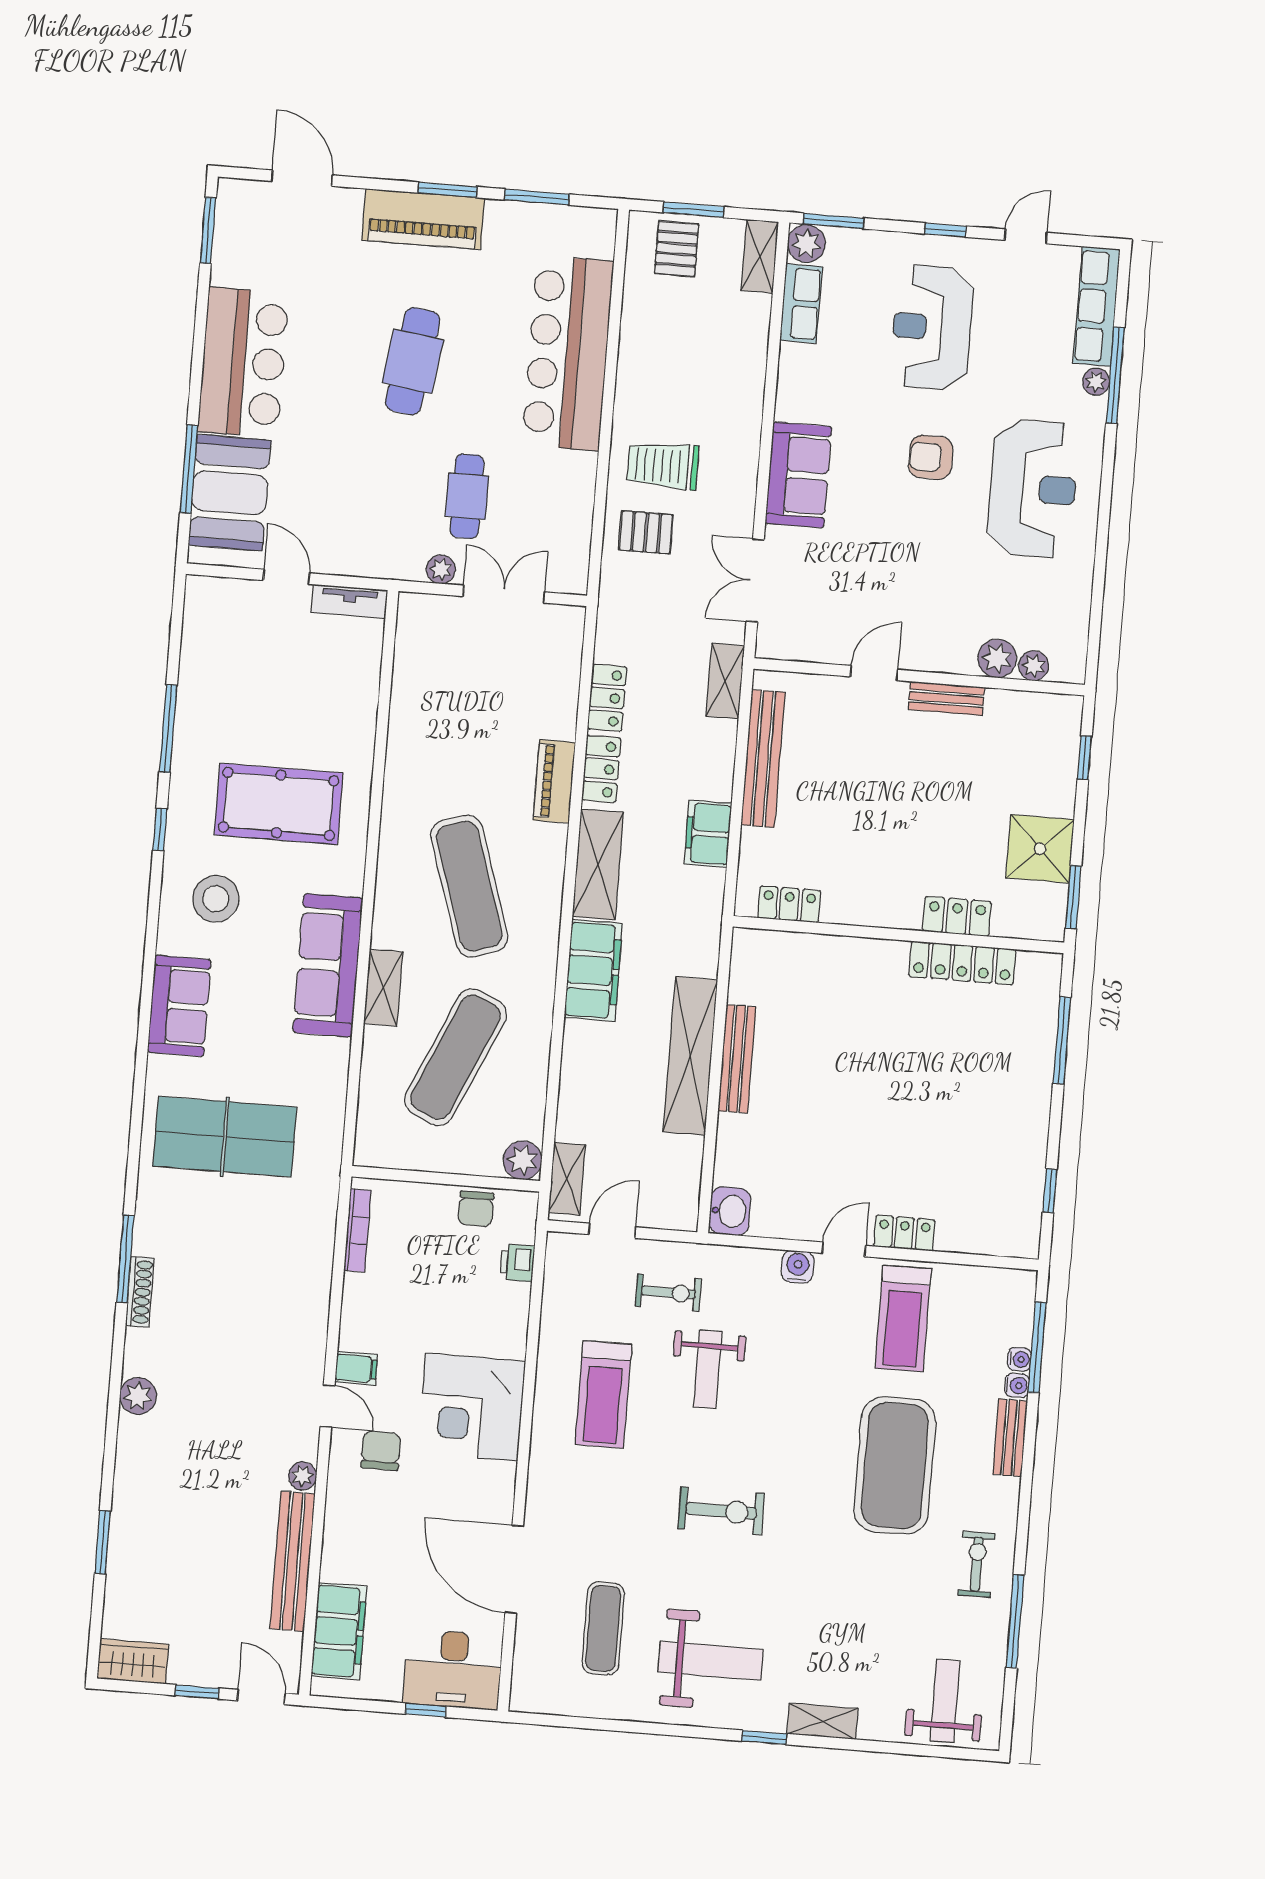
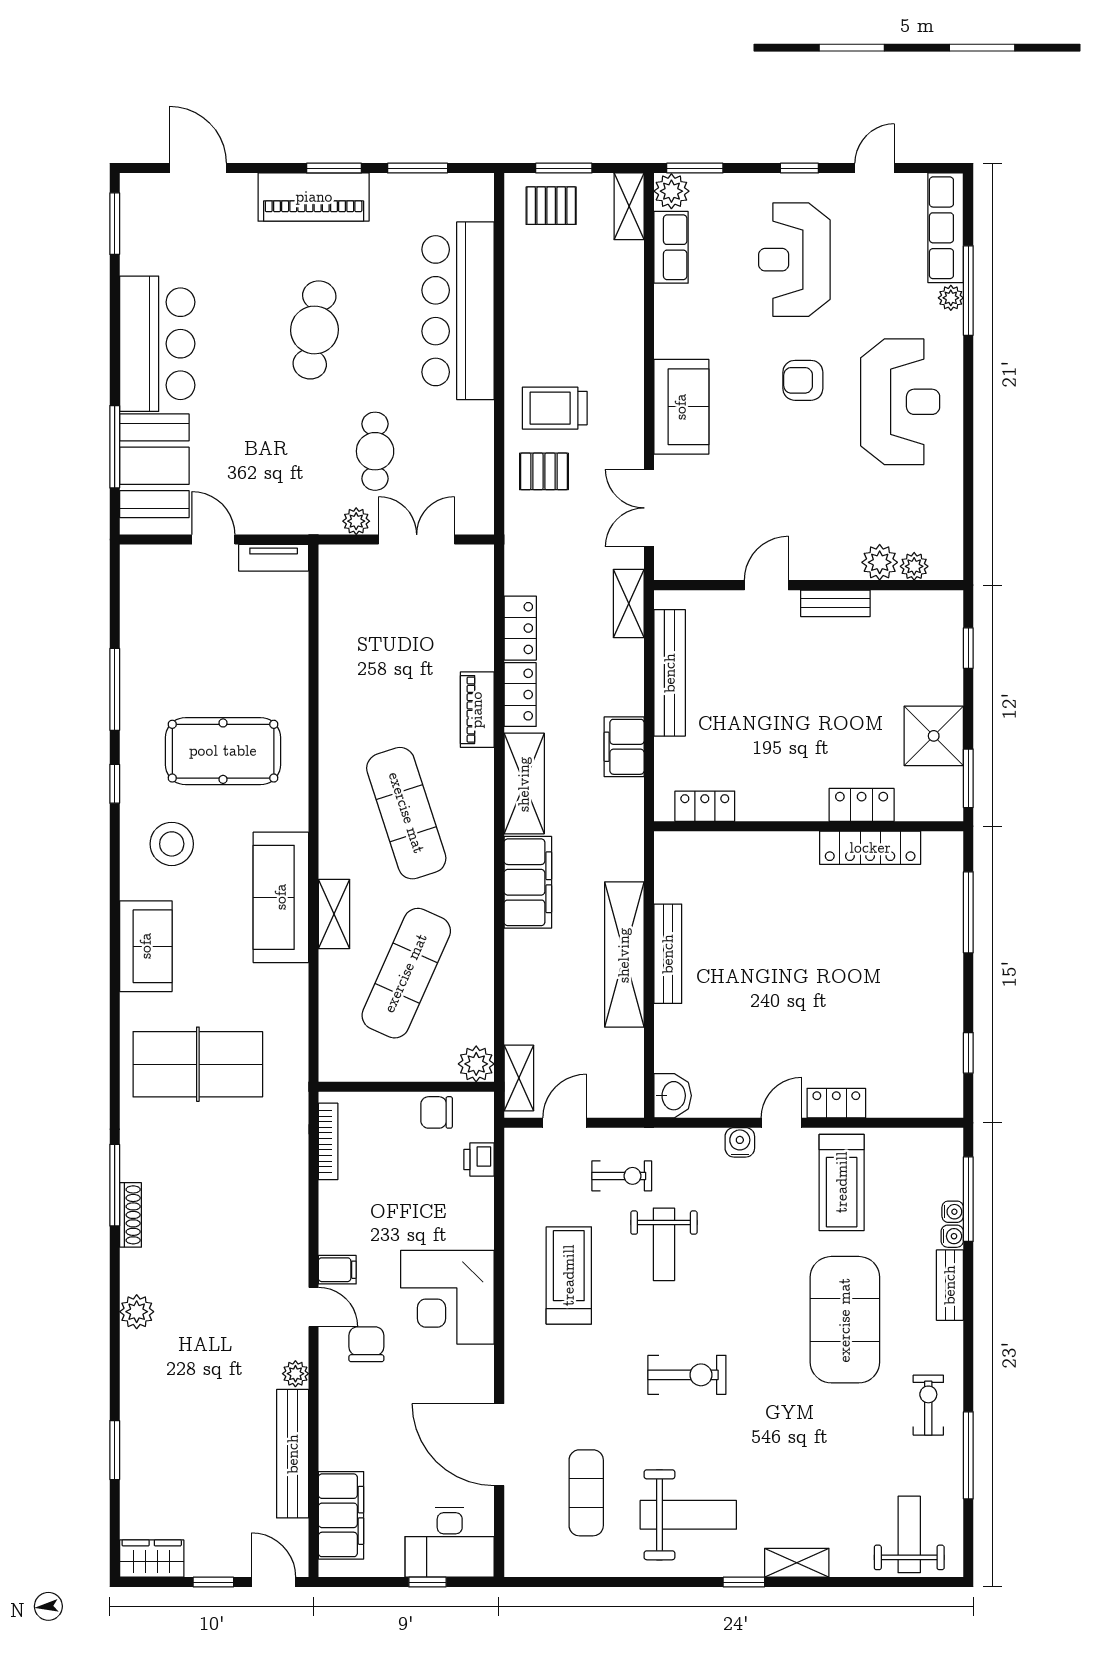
pallet: (677, 249) -> (551, 206), turned 90
chair: (476, 1209) -> (437, 1112), turned 90
treadmill: (603, 1394) -> (569, 1275), turned 180

